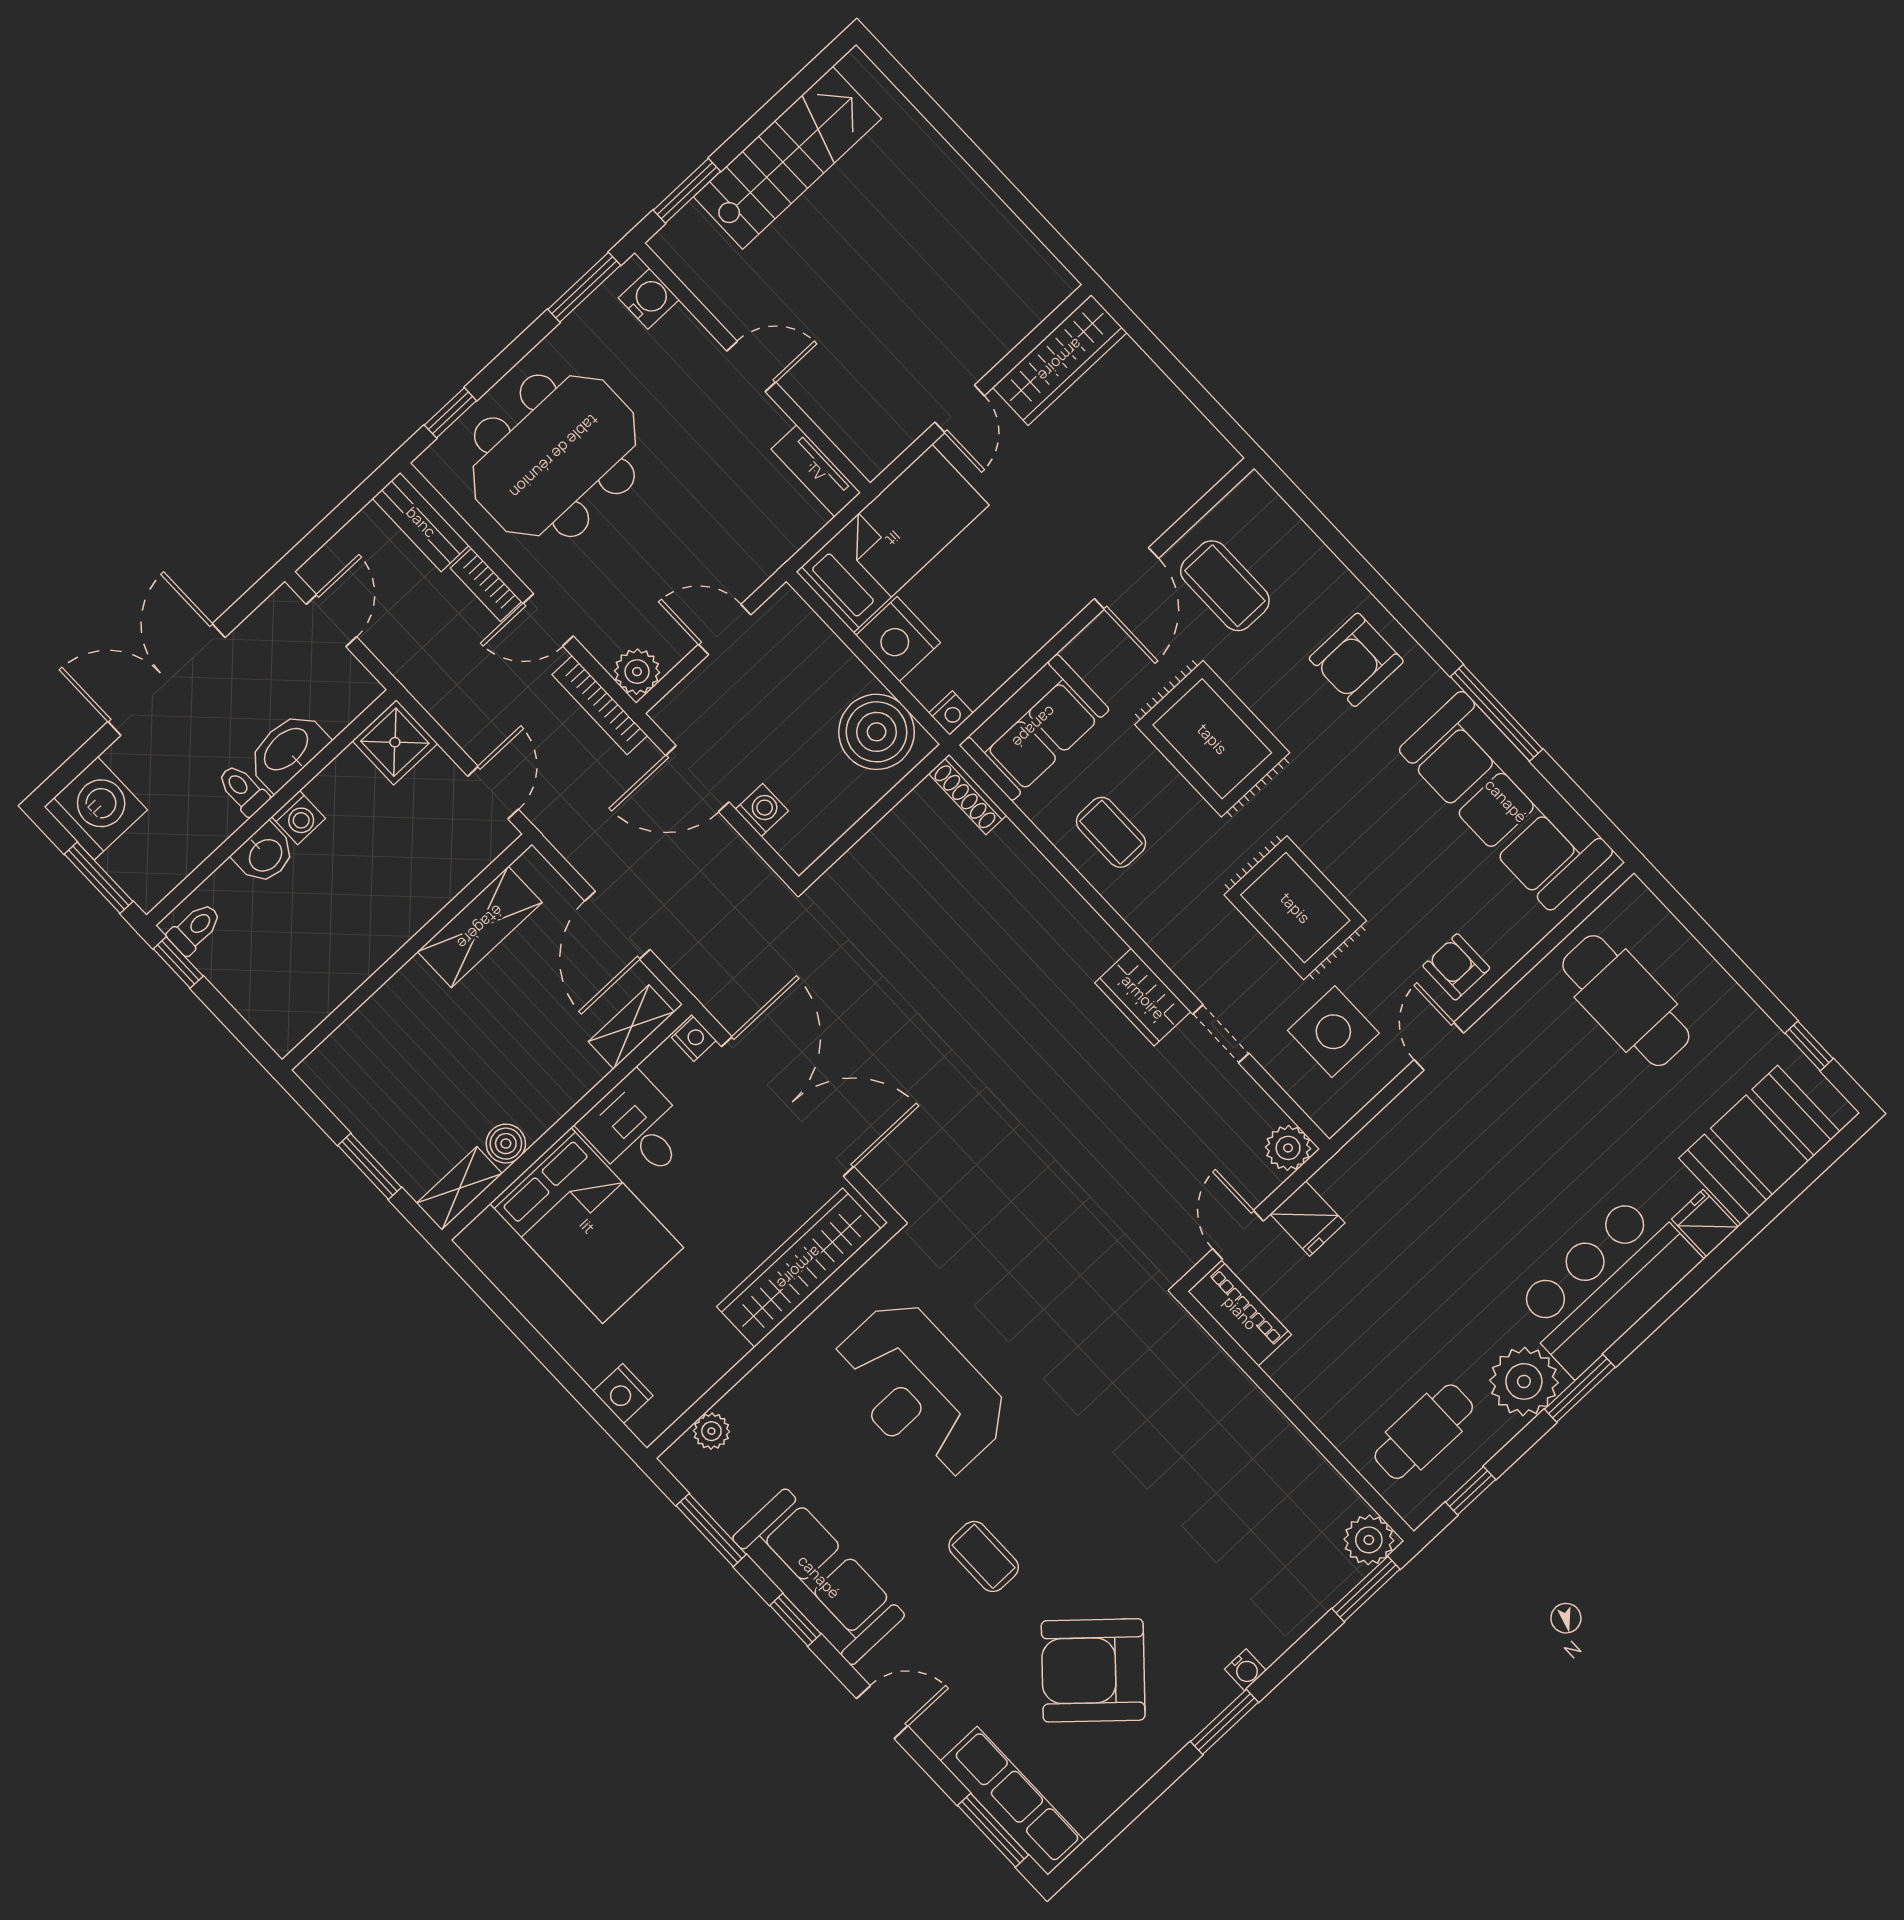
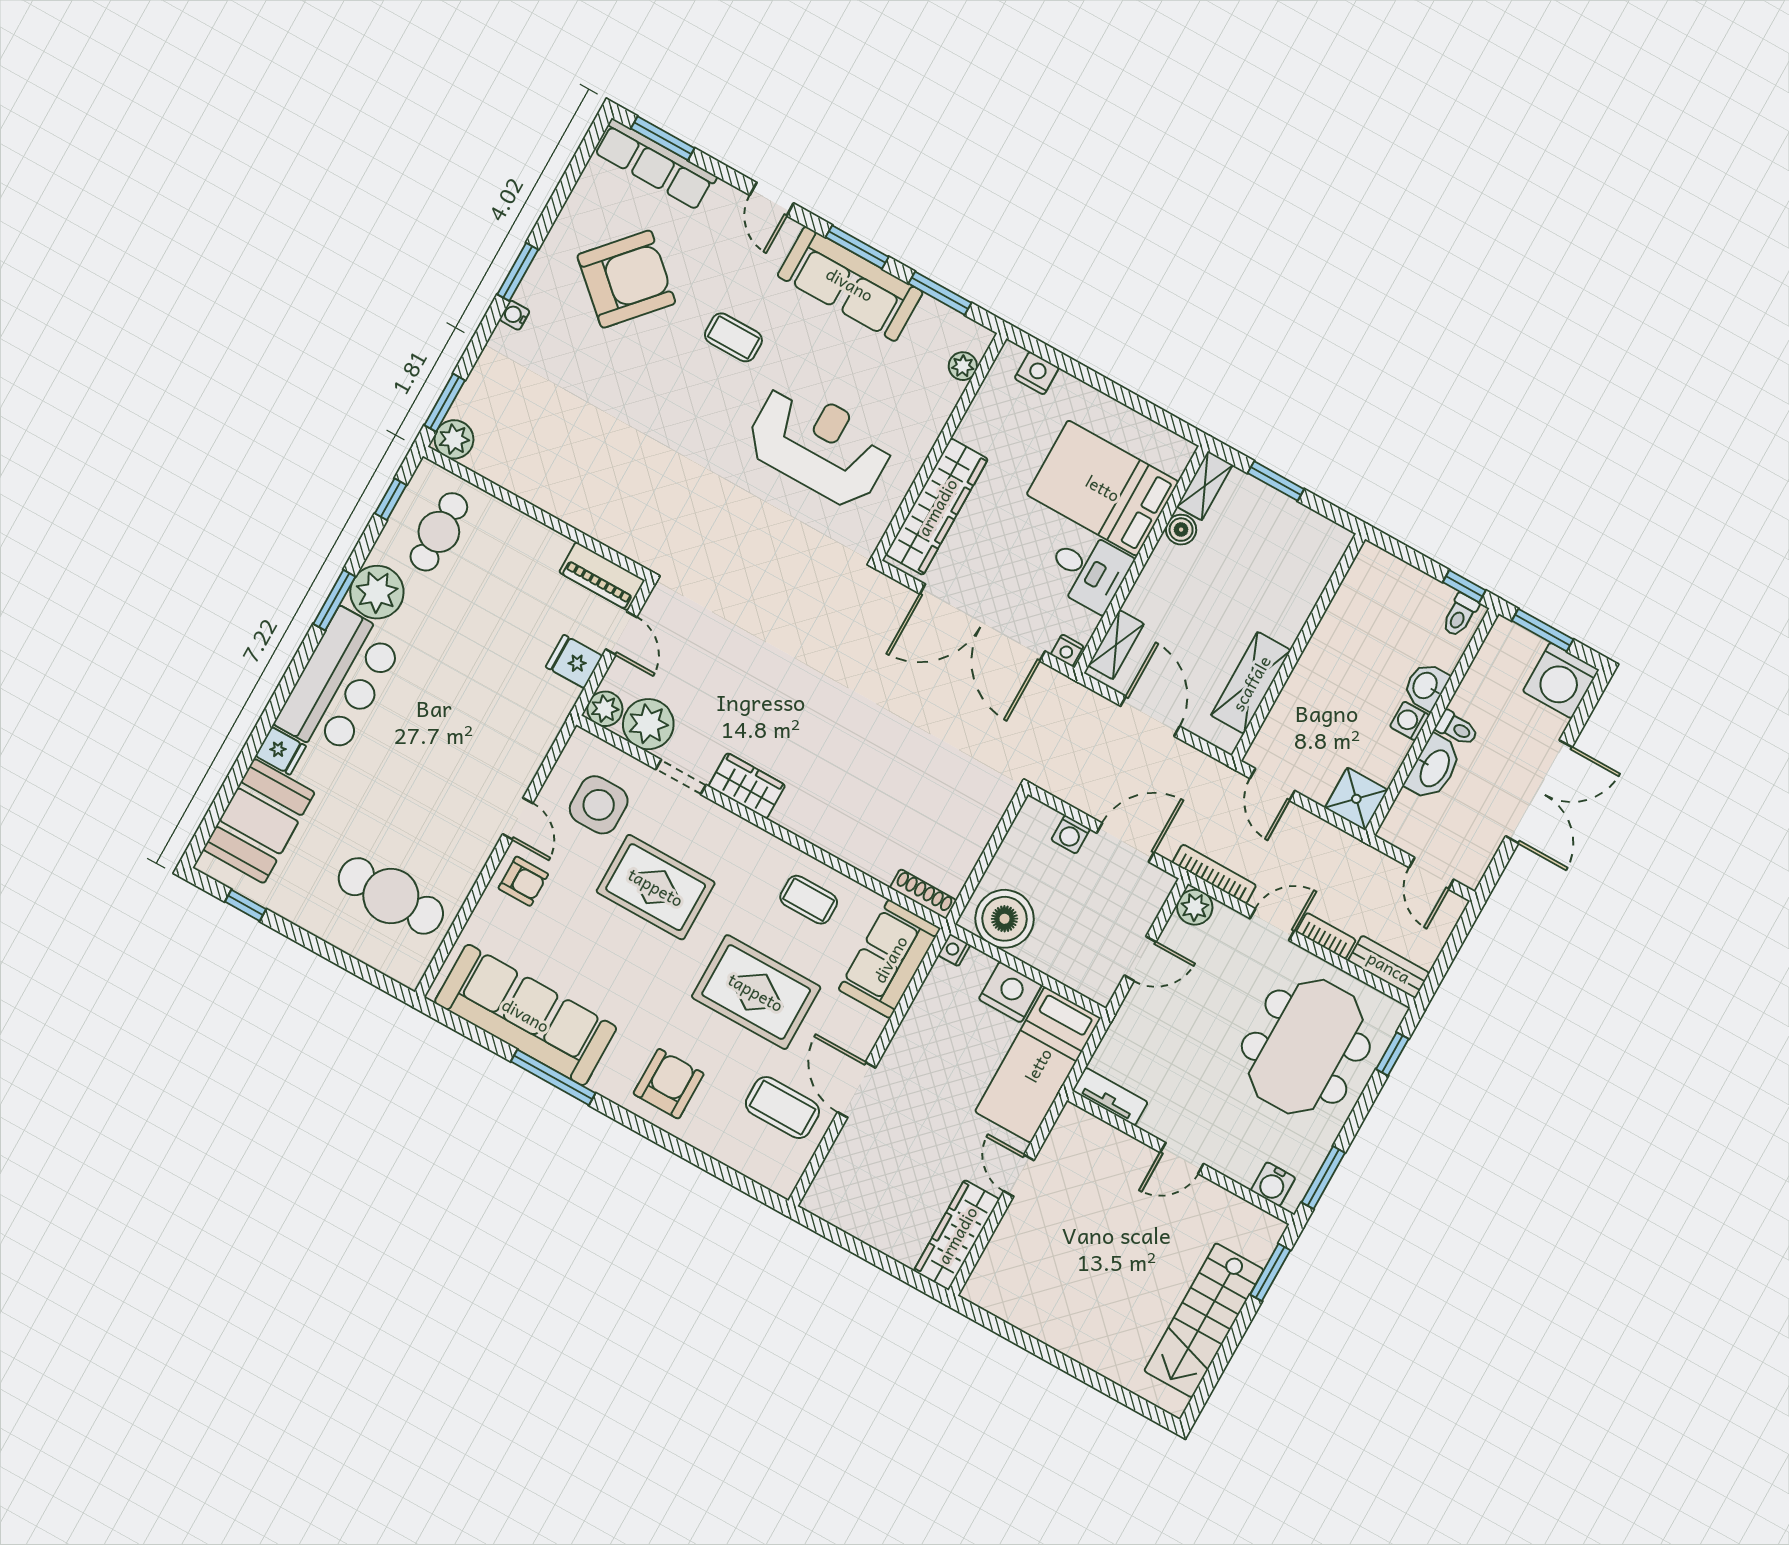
plant: (1240, 1112) -> (648, 724), added
window: (795, 1620) -> (857, 247), width x1.50
door: (882, 1712) -> (772, 199), hinge flipped

